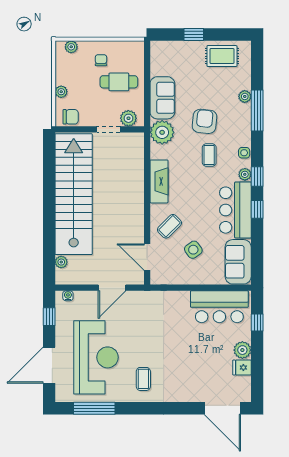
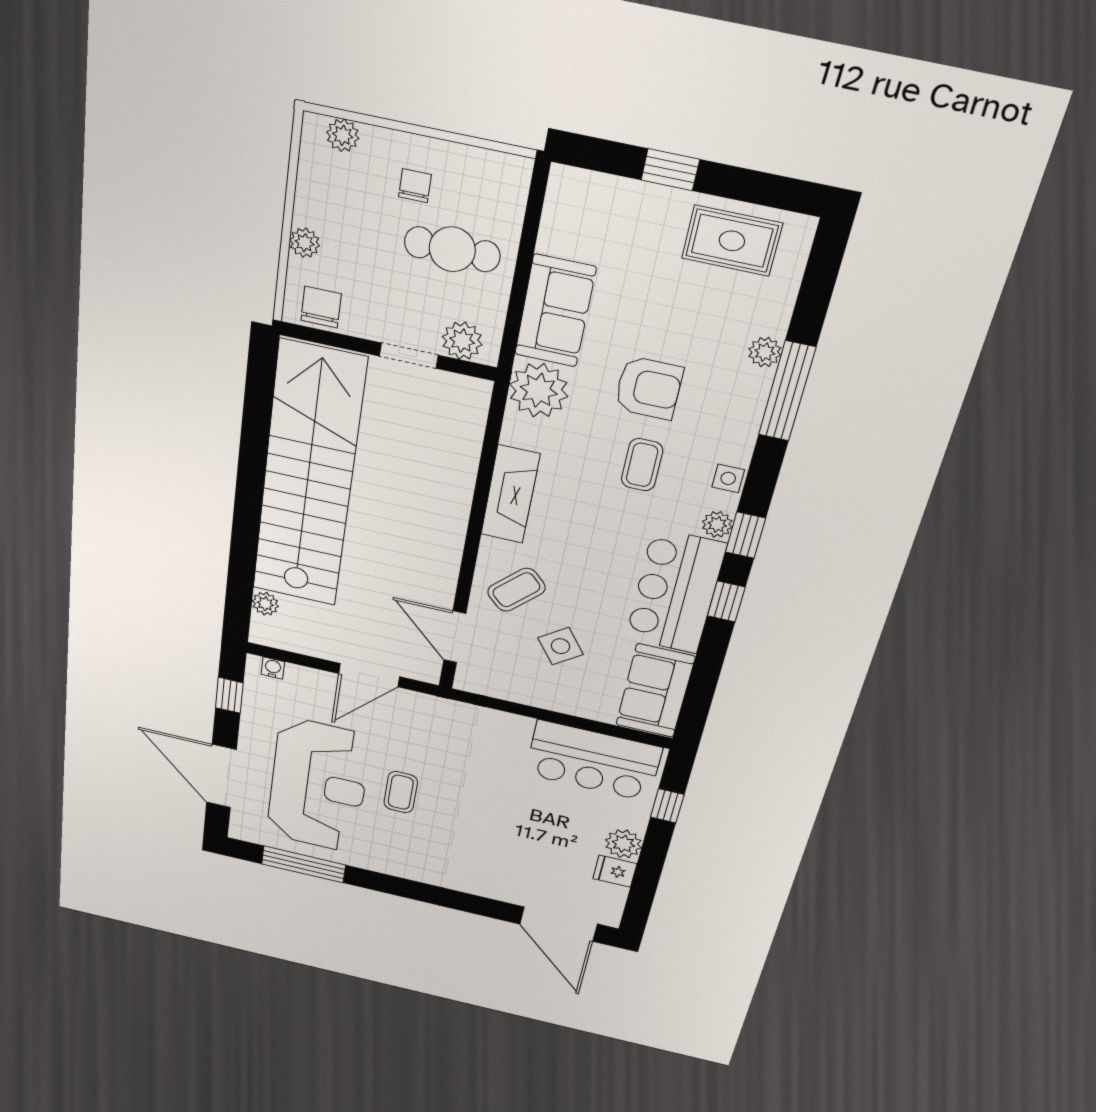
chair: (71, 117) -> (321, 307), turned -90
armchair: (204, 121) -> (649, 388), turned 84
door: (49, 365) -> (221, 776), hinge flipped
coffee table: (143, 379) -> (401, 792), moved

